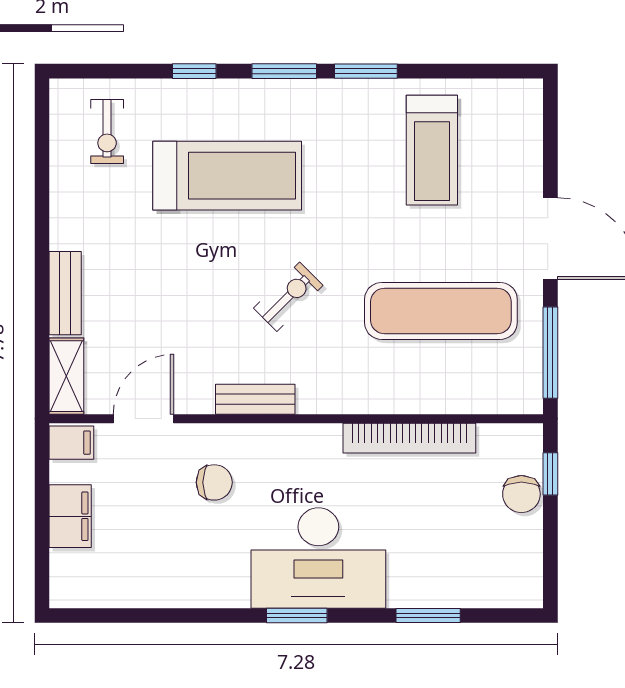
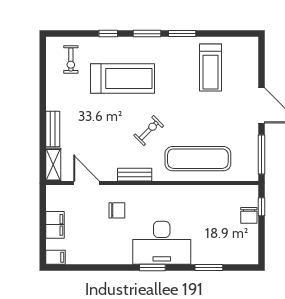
exercise mat: (441, 311) -> (198, 159), moved
door: (144, 419) -> (87, 183), hinge flipped
bookcase: (409, 438) -> (201, 191), removed
filing cabinet: (71, 443) -> (55, 257), moved

